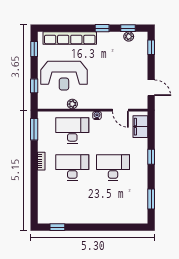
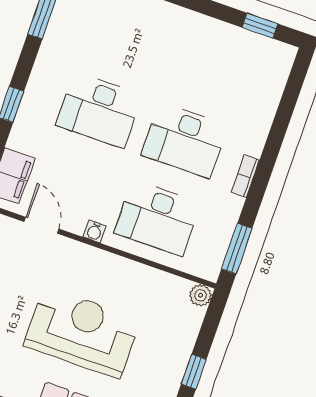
reception desk: (64, 76) -> (82, 332), moved
window: (34, 86) -> (194, 372), moved
plant: (72, 104) -> (201, 295), moved

